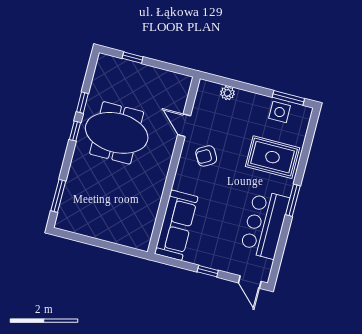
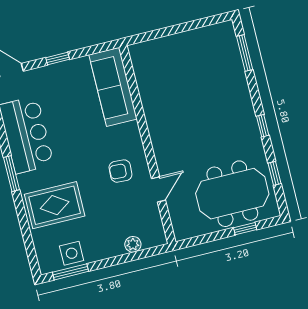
window: (82, 103) -> (274, 173), moved
door: (184, 125) -> (159, 189), hinge flipped
meeting table: (117, 133) -> (232, 194), moved
armchair: (206, 156) -> (120, 171), turned -147

